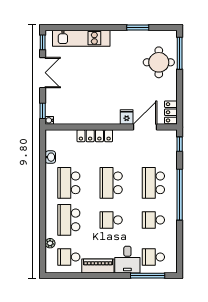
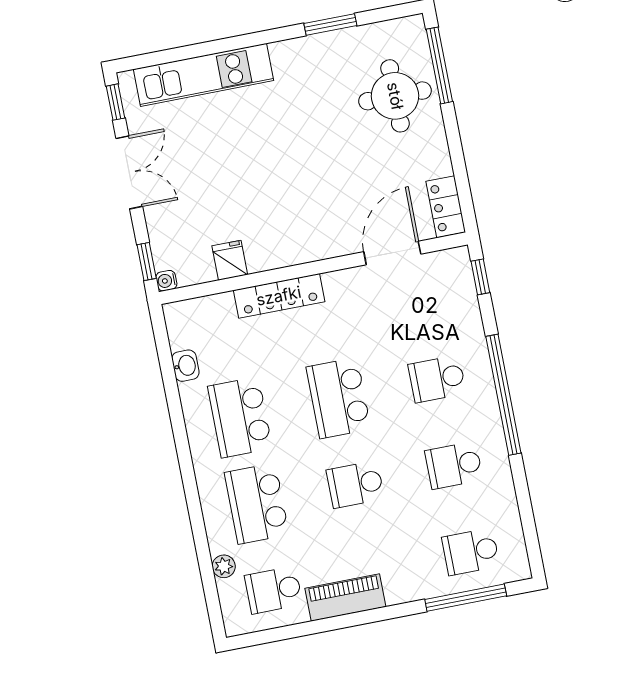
fridge: (127, 117) -> (230, 260), moved
school desk: (153, 183) -> (437, 379), width x0.54
desk: (127, 260) -> (411, 569), removed

